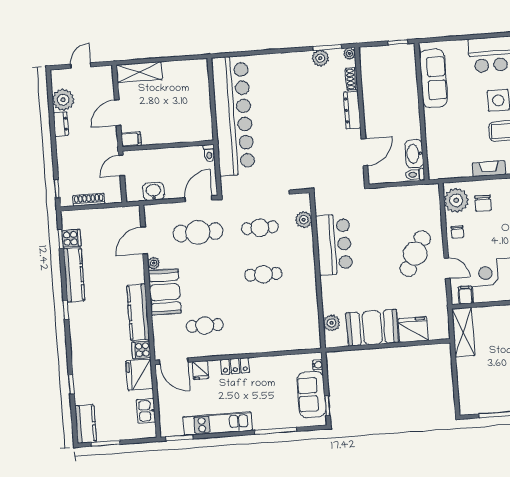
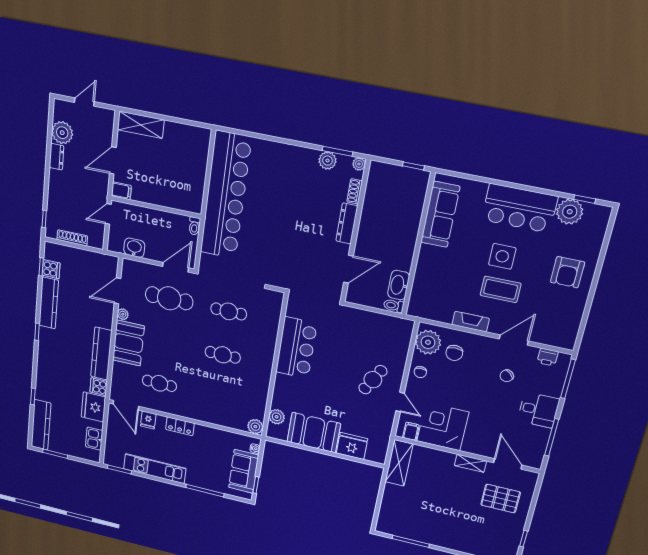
plant: (304, 220) -> (255, 427), moved
cafe table: (415, 254) -> (373, 380), width x0.73, depth x0.74
kitchen counter: (86, 424) -> (41, 425), width x1.50

